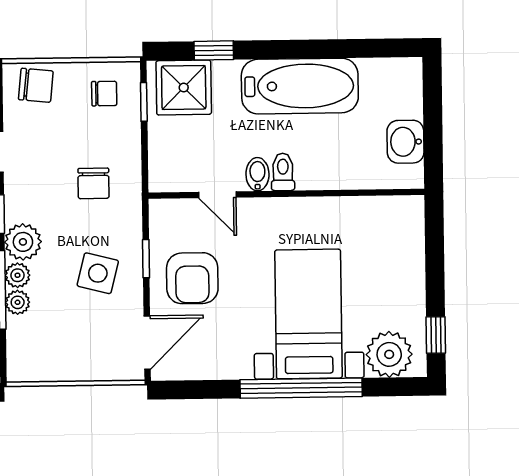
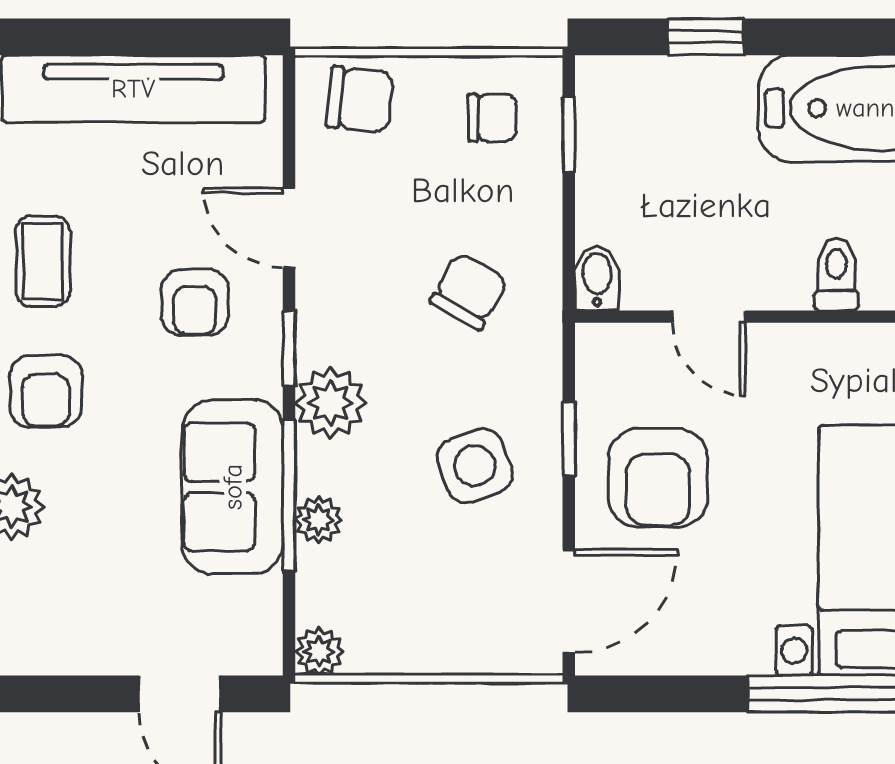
shower: (184, 88) -> (646, 108), removed
bidet: (257, 174) -> (597, 278), moved
chair: (93, 183) -> (469, 291), turned -150
side table: (98, 273) -> (475, 466), turned -34
plant: (18, 275) -> (319, 651), moved

